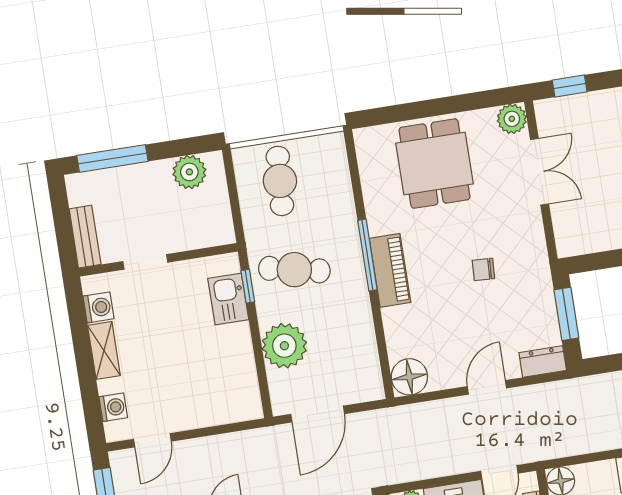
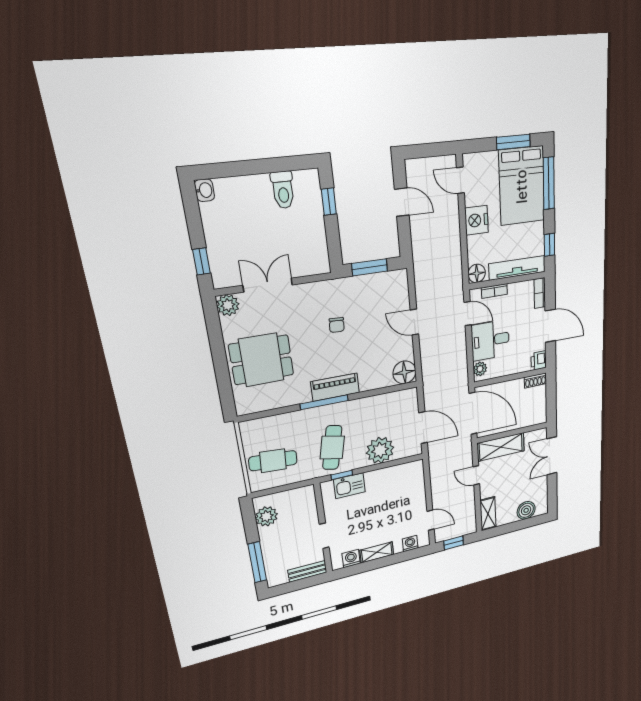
dresser: (543, 361) -> (400, 284), removed

